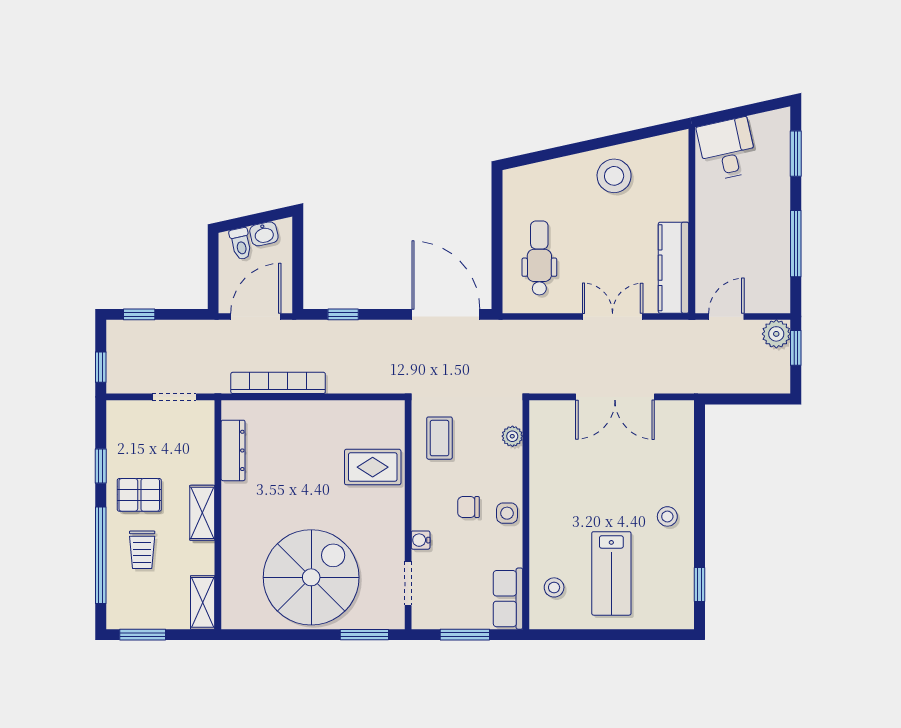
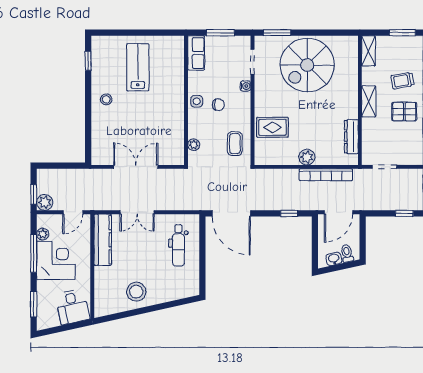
corner desk: (756, 231) -> (56, 260), added
plant: (780, 278) -> (43, 234), added
plant: (312, 414) -> (307, 157), added
trolley: (142, 550) -> (403, 81), turned -100
stool: (554, 587) -> (170, 59), removed

